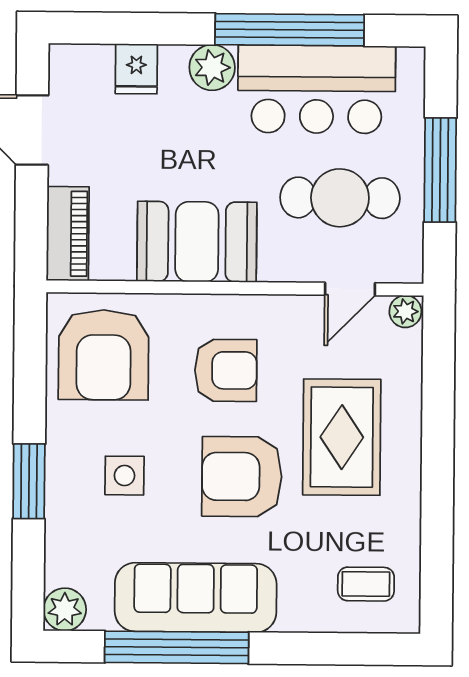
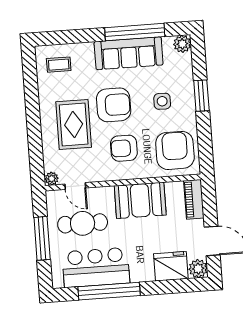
plant: (212, 67) -> (198, 269), moved
fridge: (136, 69) -> (171, 266), width x1.88, depth x1.34
door: (350, 289) -> (75, 186), swing flipped

